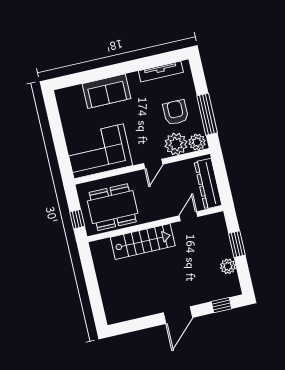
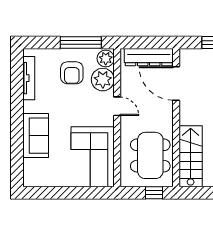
armchair: (176, 112) -> (72, 73), turned -90
door: (189, 216) -> (176, 83), width x1.87
stairs: (143, 241) -> (191, 156), moved

